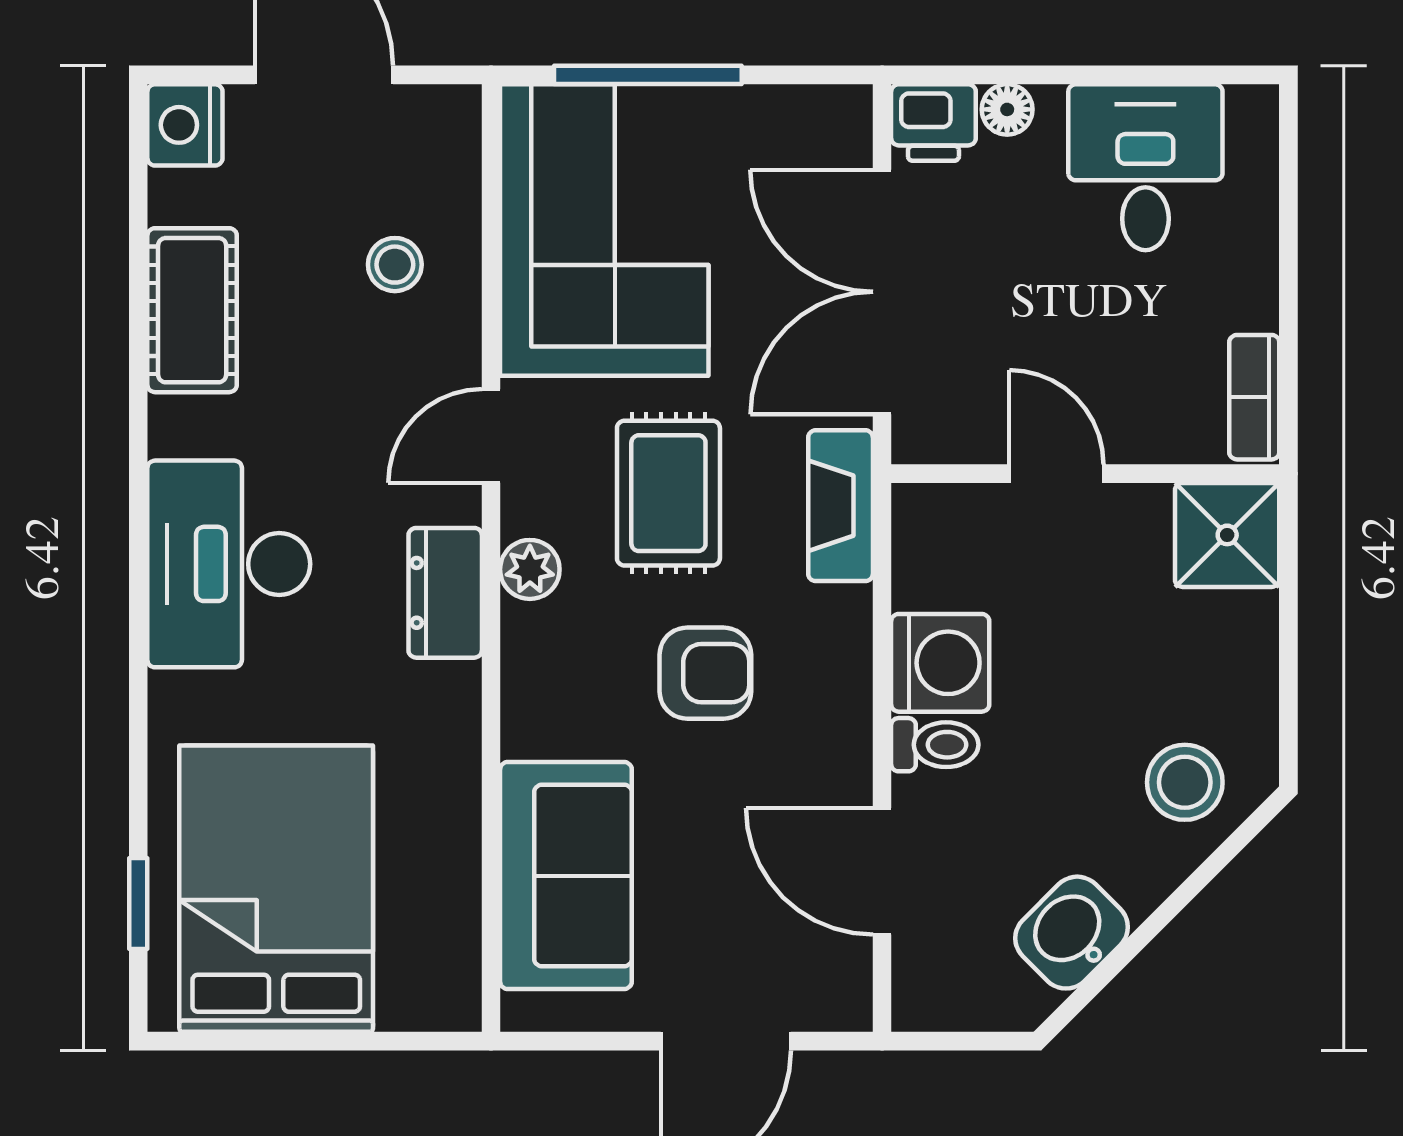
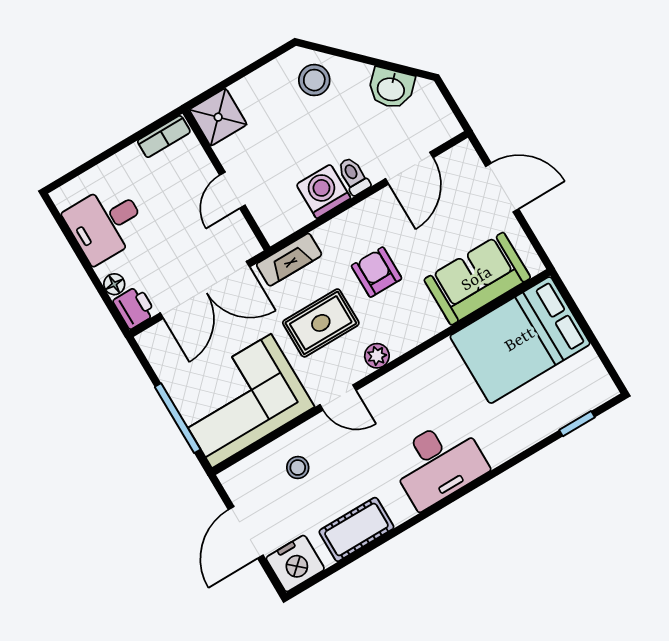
nightstand: (185, 125) -> (295, 564), width x1.36, depth x1.33
dresser: (445, 593) -> (403, 381), removed
bed: (276, 889) -> (520, 340), moved

